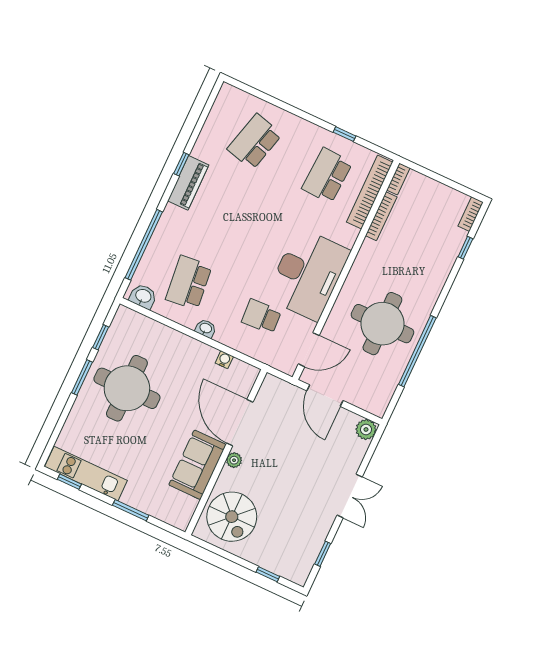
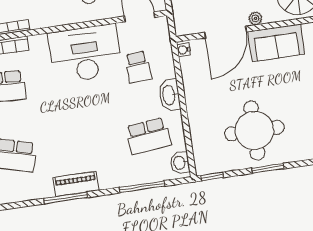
window: (181, 164) -> (66, 198), width x2.17
window: (144, 245) -> (142, 187), width x0.68
washbasin: (206, 328) -> (169, 95), width x1.91, depth x1.45
window: (101, 337) -> (212, 177), moved
water cooler: (224, 360) -> (184, 50), moved

